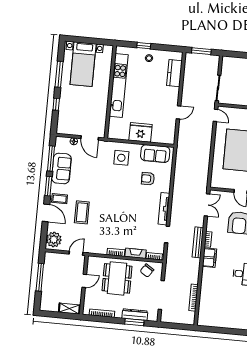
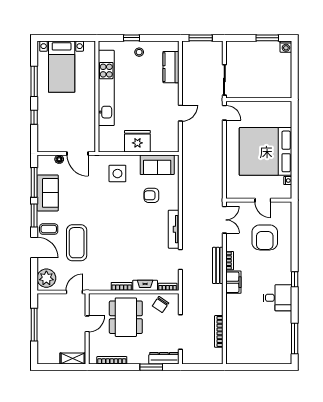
coffee table: (82, 212) -> (77, 243), width x1.36, depth x1.32
dresser: (135, 315) -> (164, 358), moved

